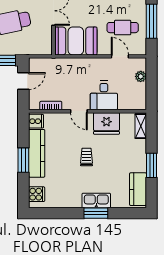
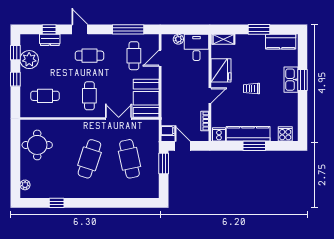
filing cabinet: (40, 65) -> (168, 131), added
desk: (104, 95) -> (197, 47), moved, turned -90

